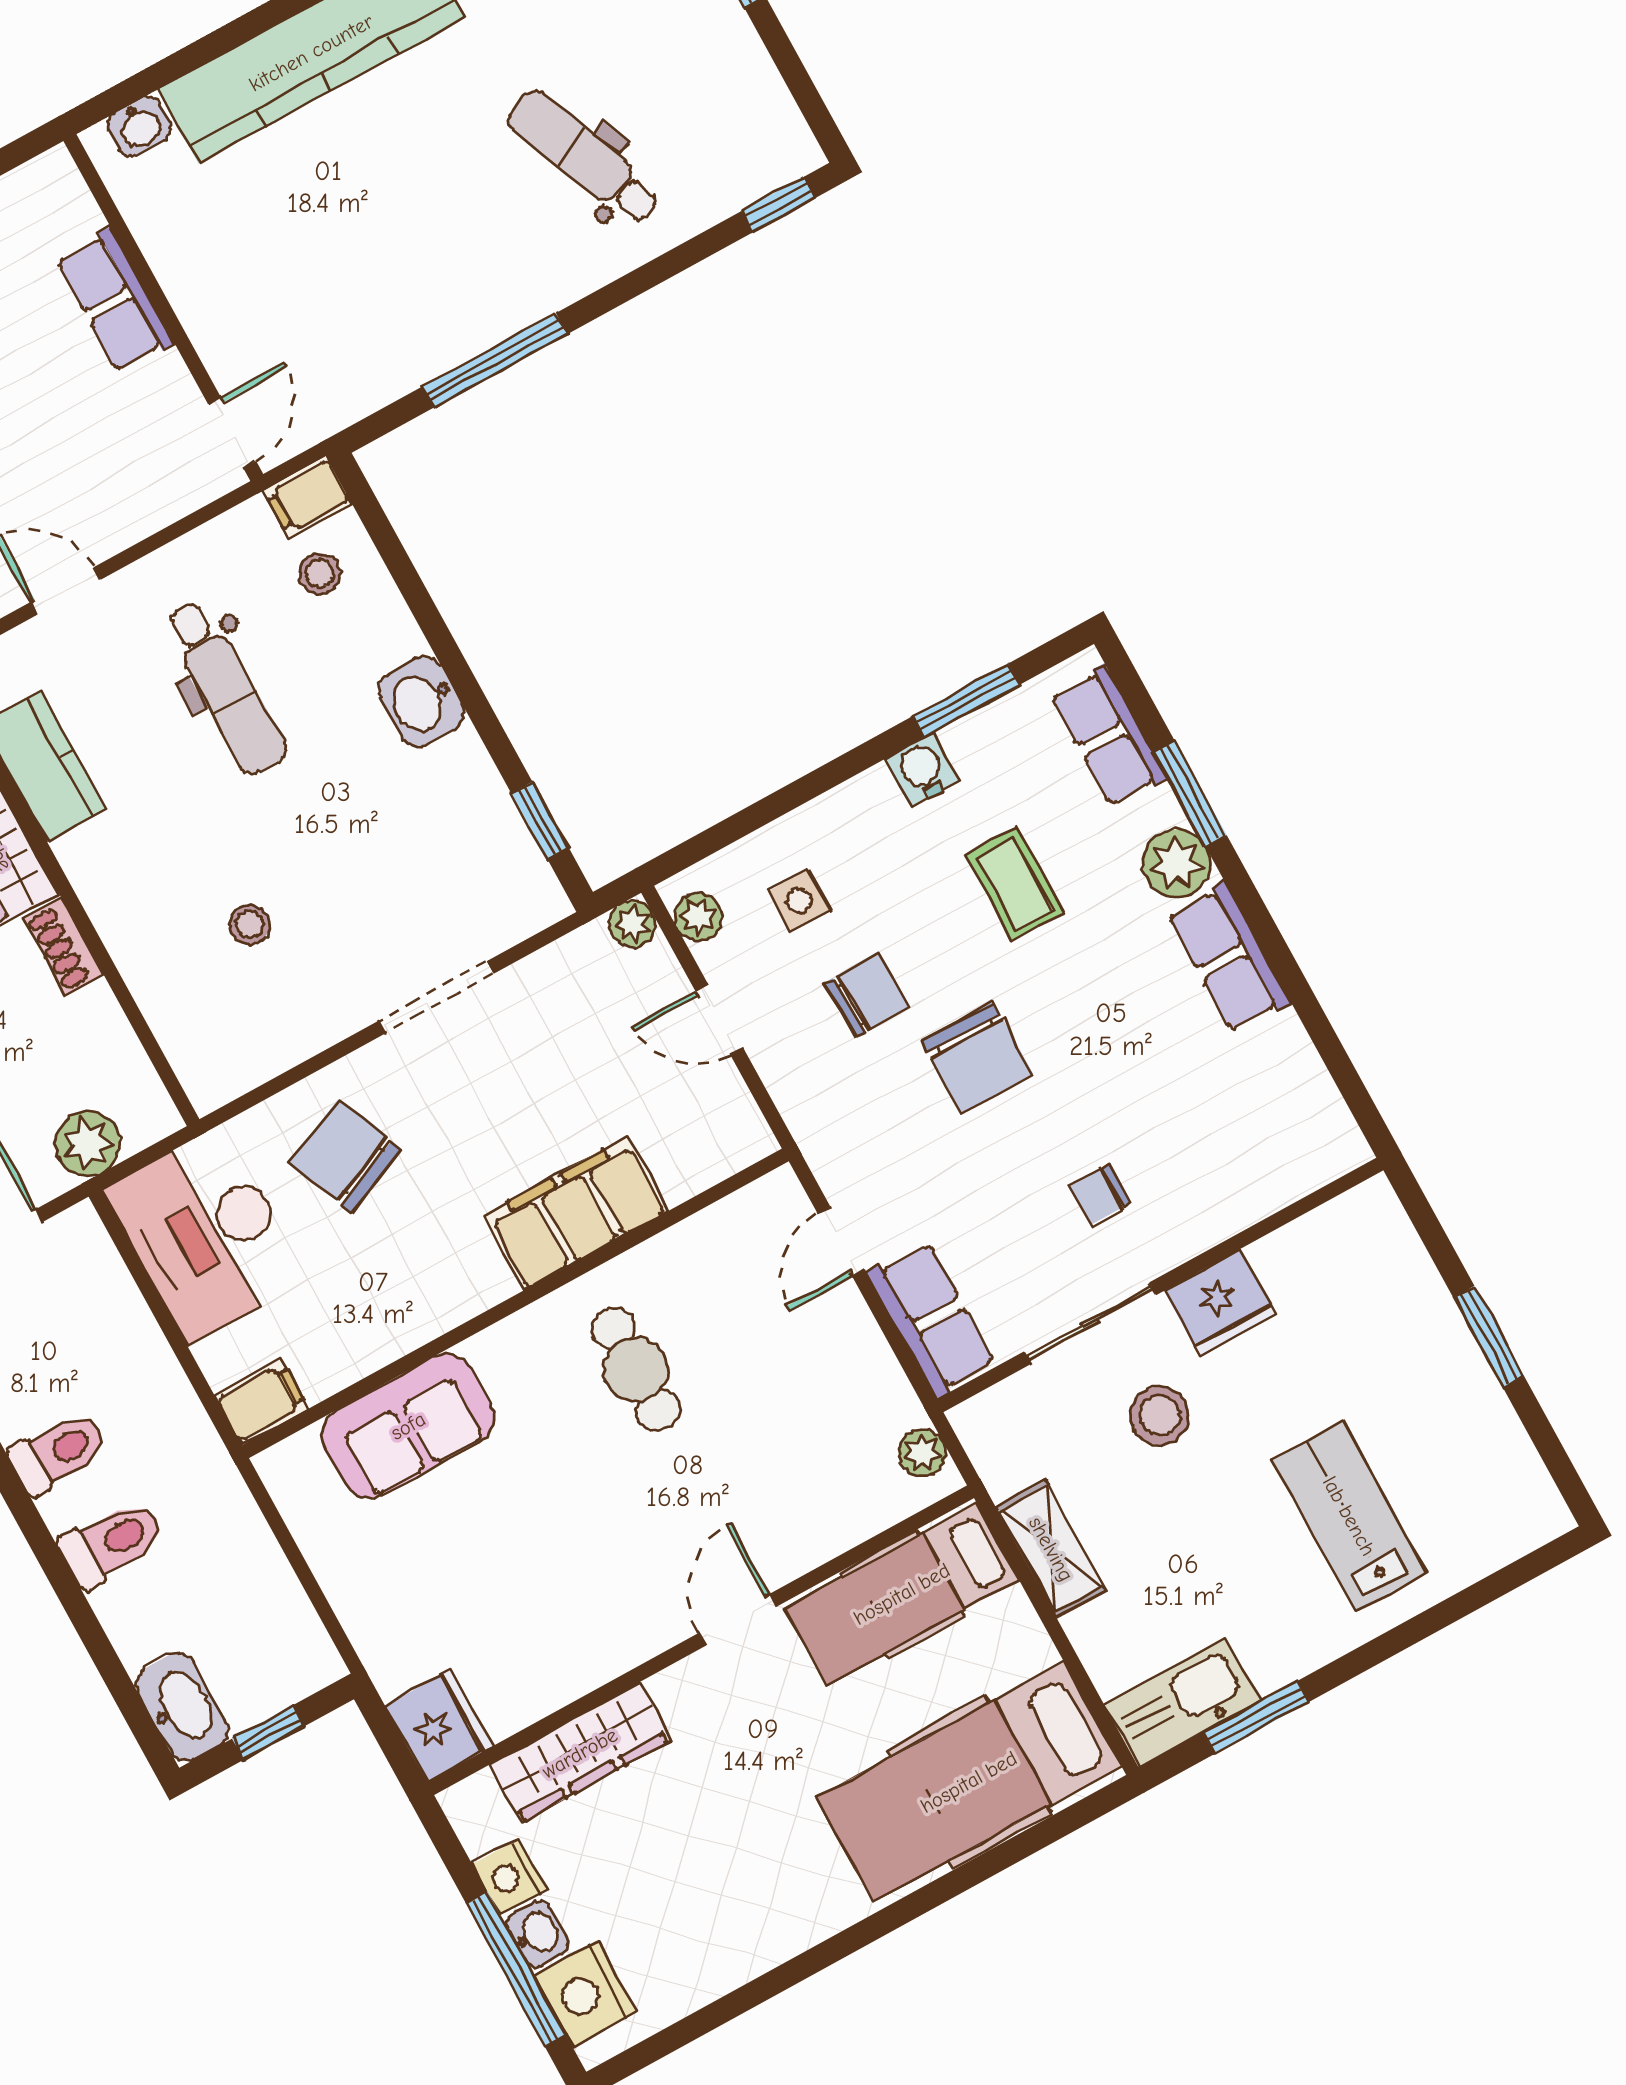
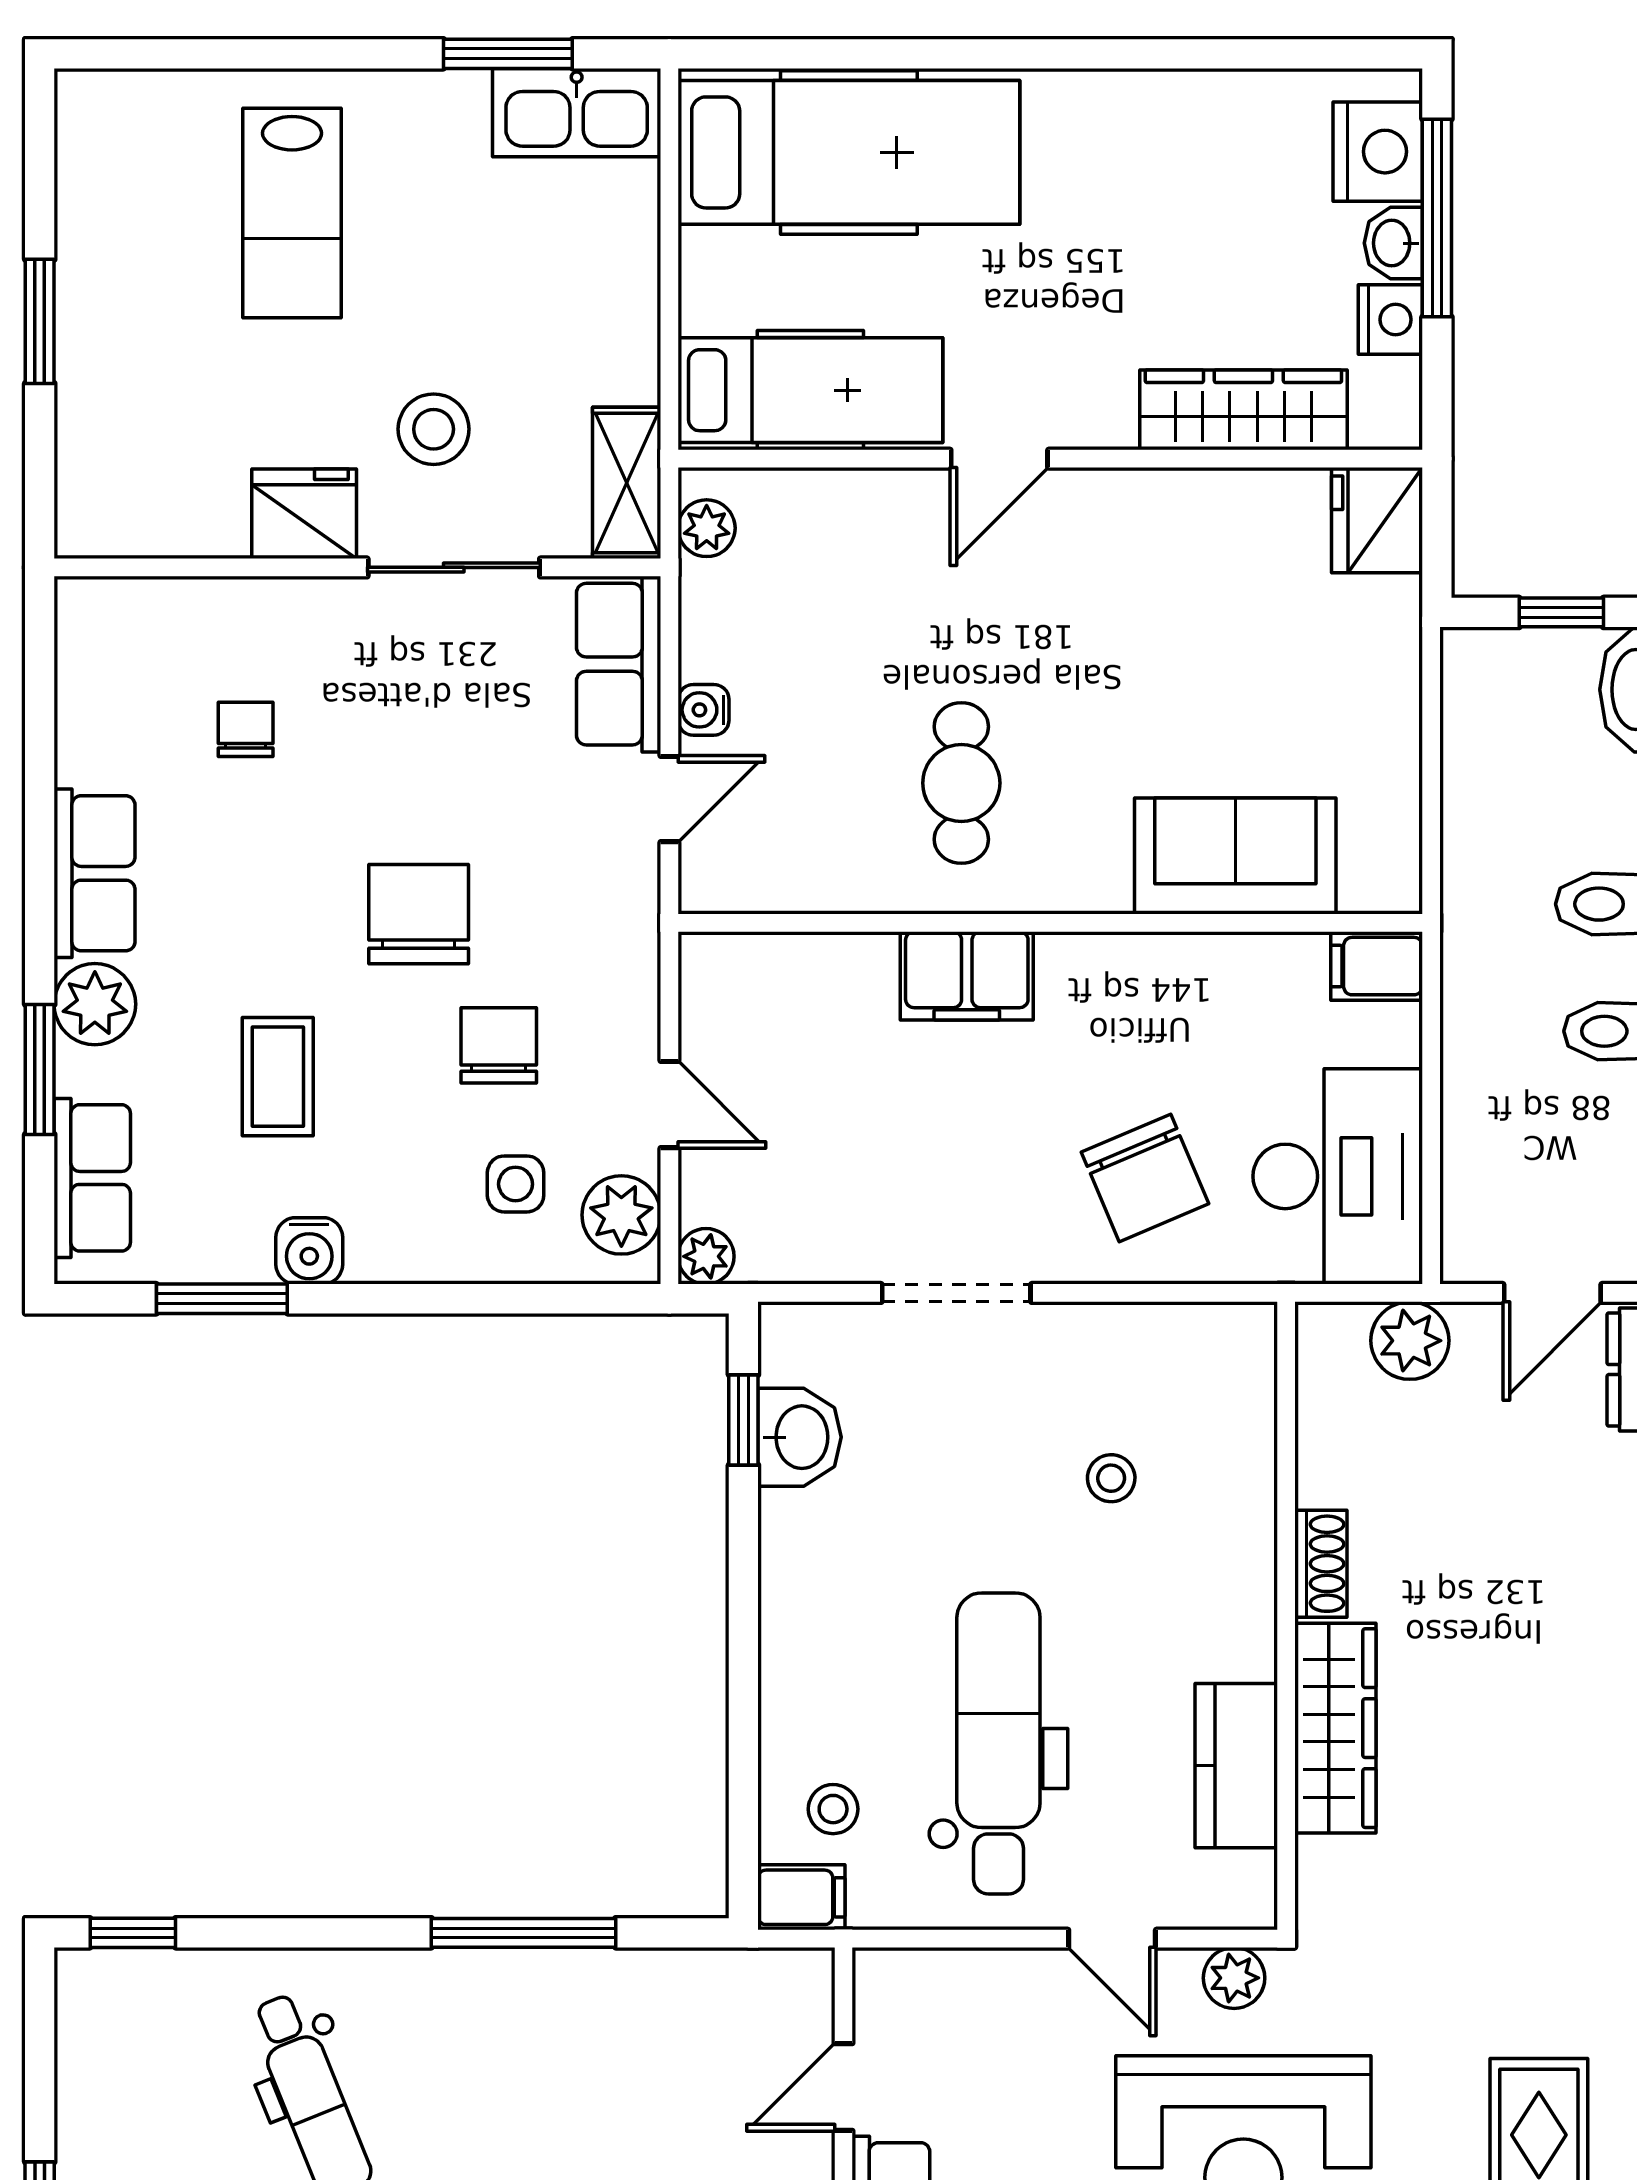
door: (232, 433) -> (844, 2087), moved
dental chair: (226, 687) -> (998, 1743), width x1.36, depth x1.38
washbasin: (421, 701) -> (799, 1437), moved
plant: (698, 917) -> (621, 1215), width x1.38, depth x1.38
chair: (867, 994) -> (499, 1045), turned 92
chair: (1100, 1194) -> (246, 729), moved, turned -90
filing cabinet: (576, 1213) -> (967, 976), width x0.67, depth x0.86
water cooler: (852, 1320) -> (704, 710), added
shelving: (1051, 1549) -> (627, 483), moved

